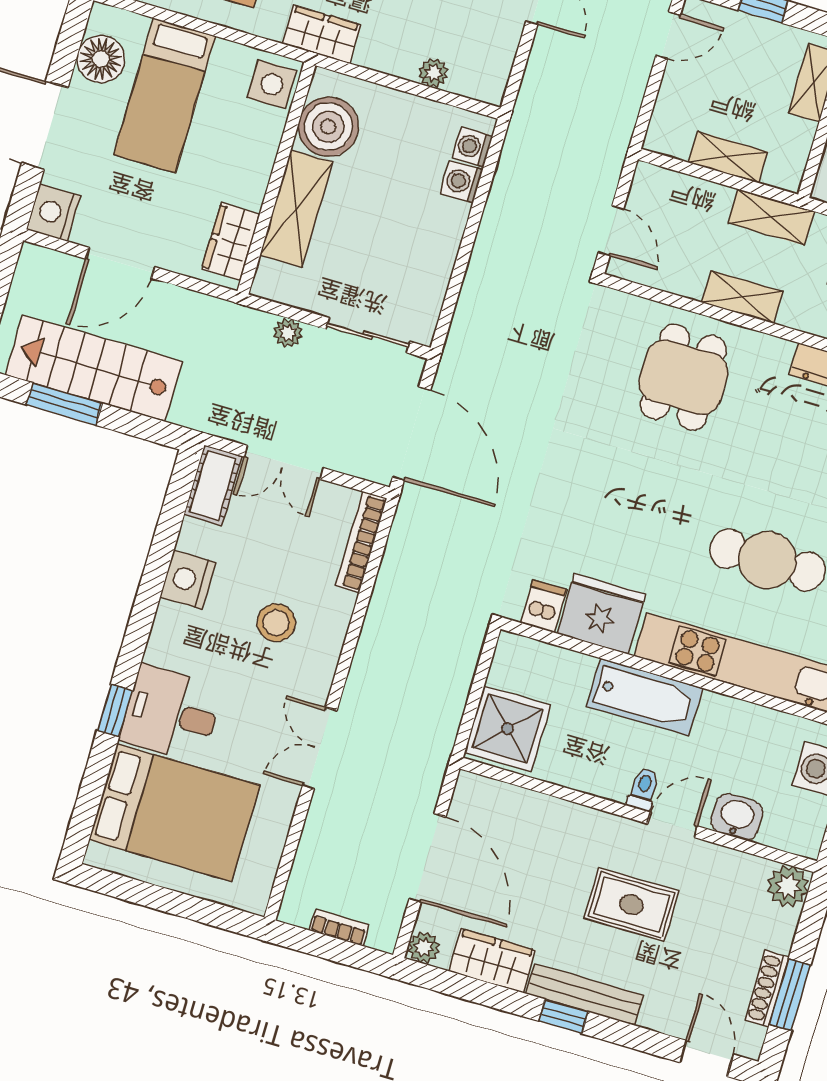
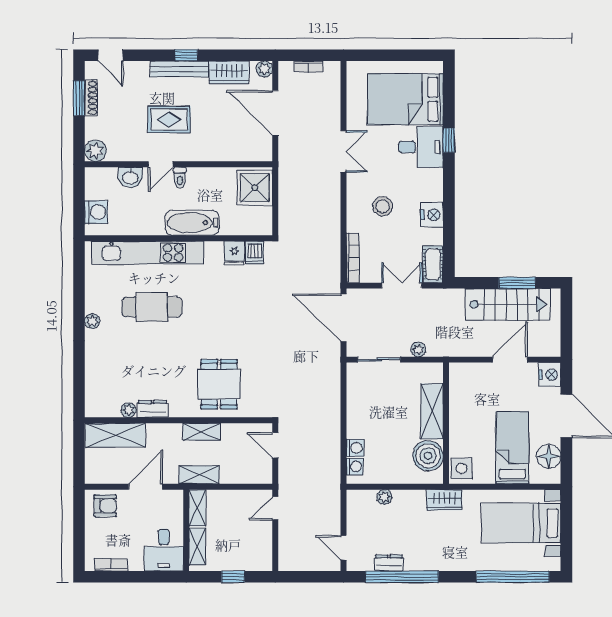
door: (668, 35) -> (275, 508), moved
shelving: (728, 157) -> (197, 508), moved, turned 90
wardrobe: (231, 242) -> (459, 386), removed
fridge: (601, 614) -> (234, 253), width x0.53, depth x0.75

